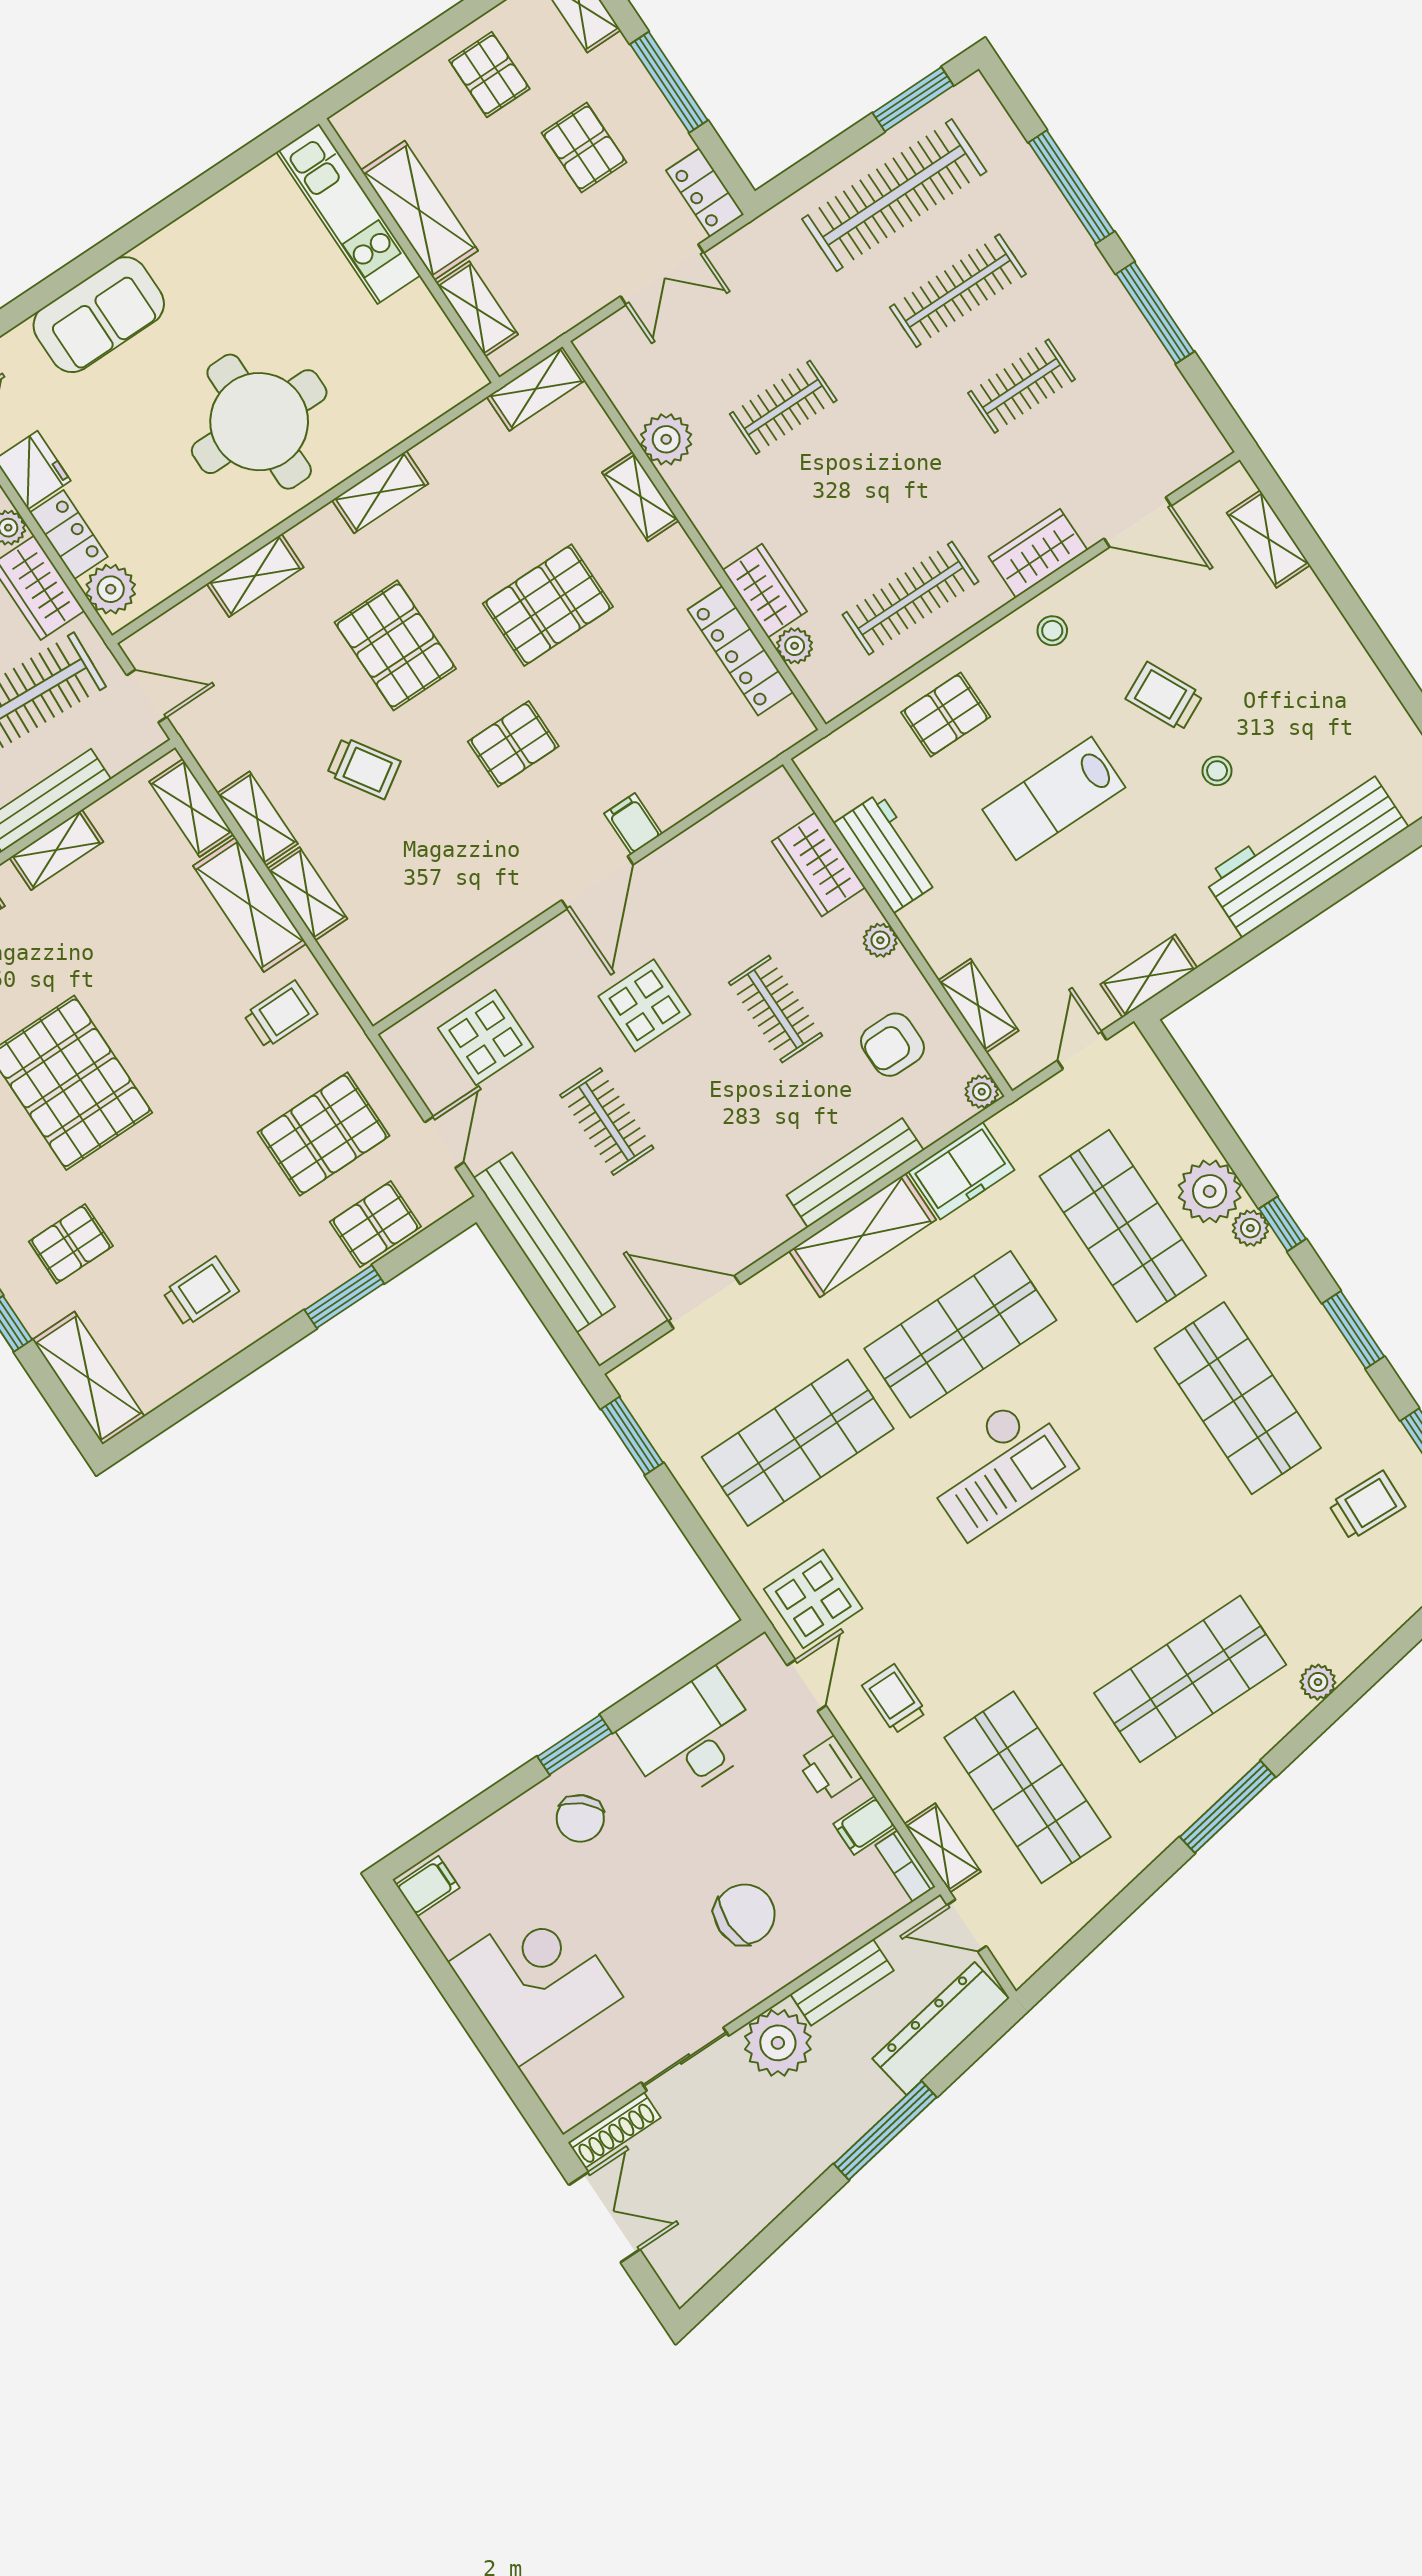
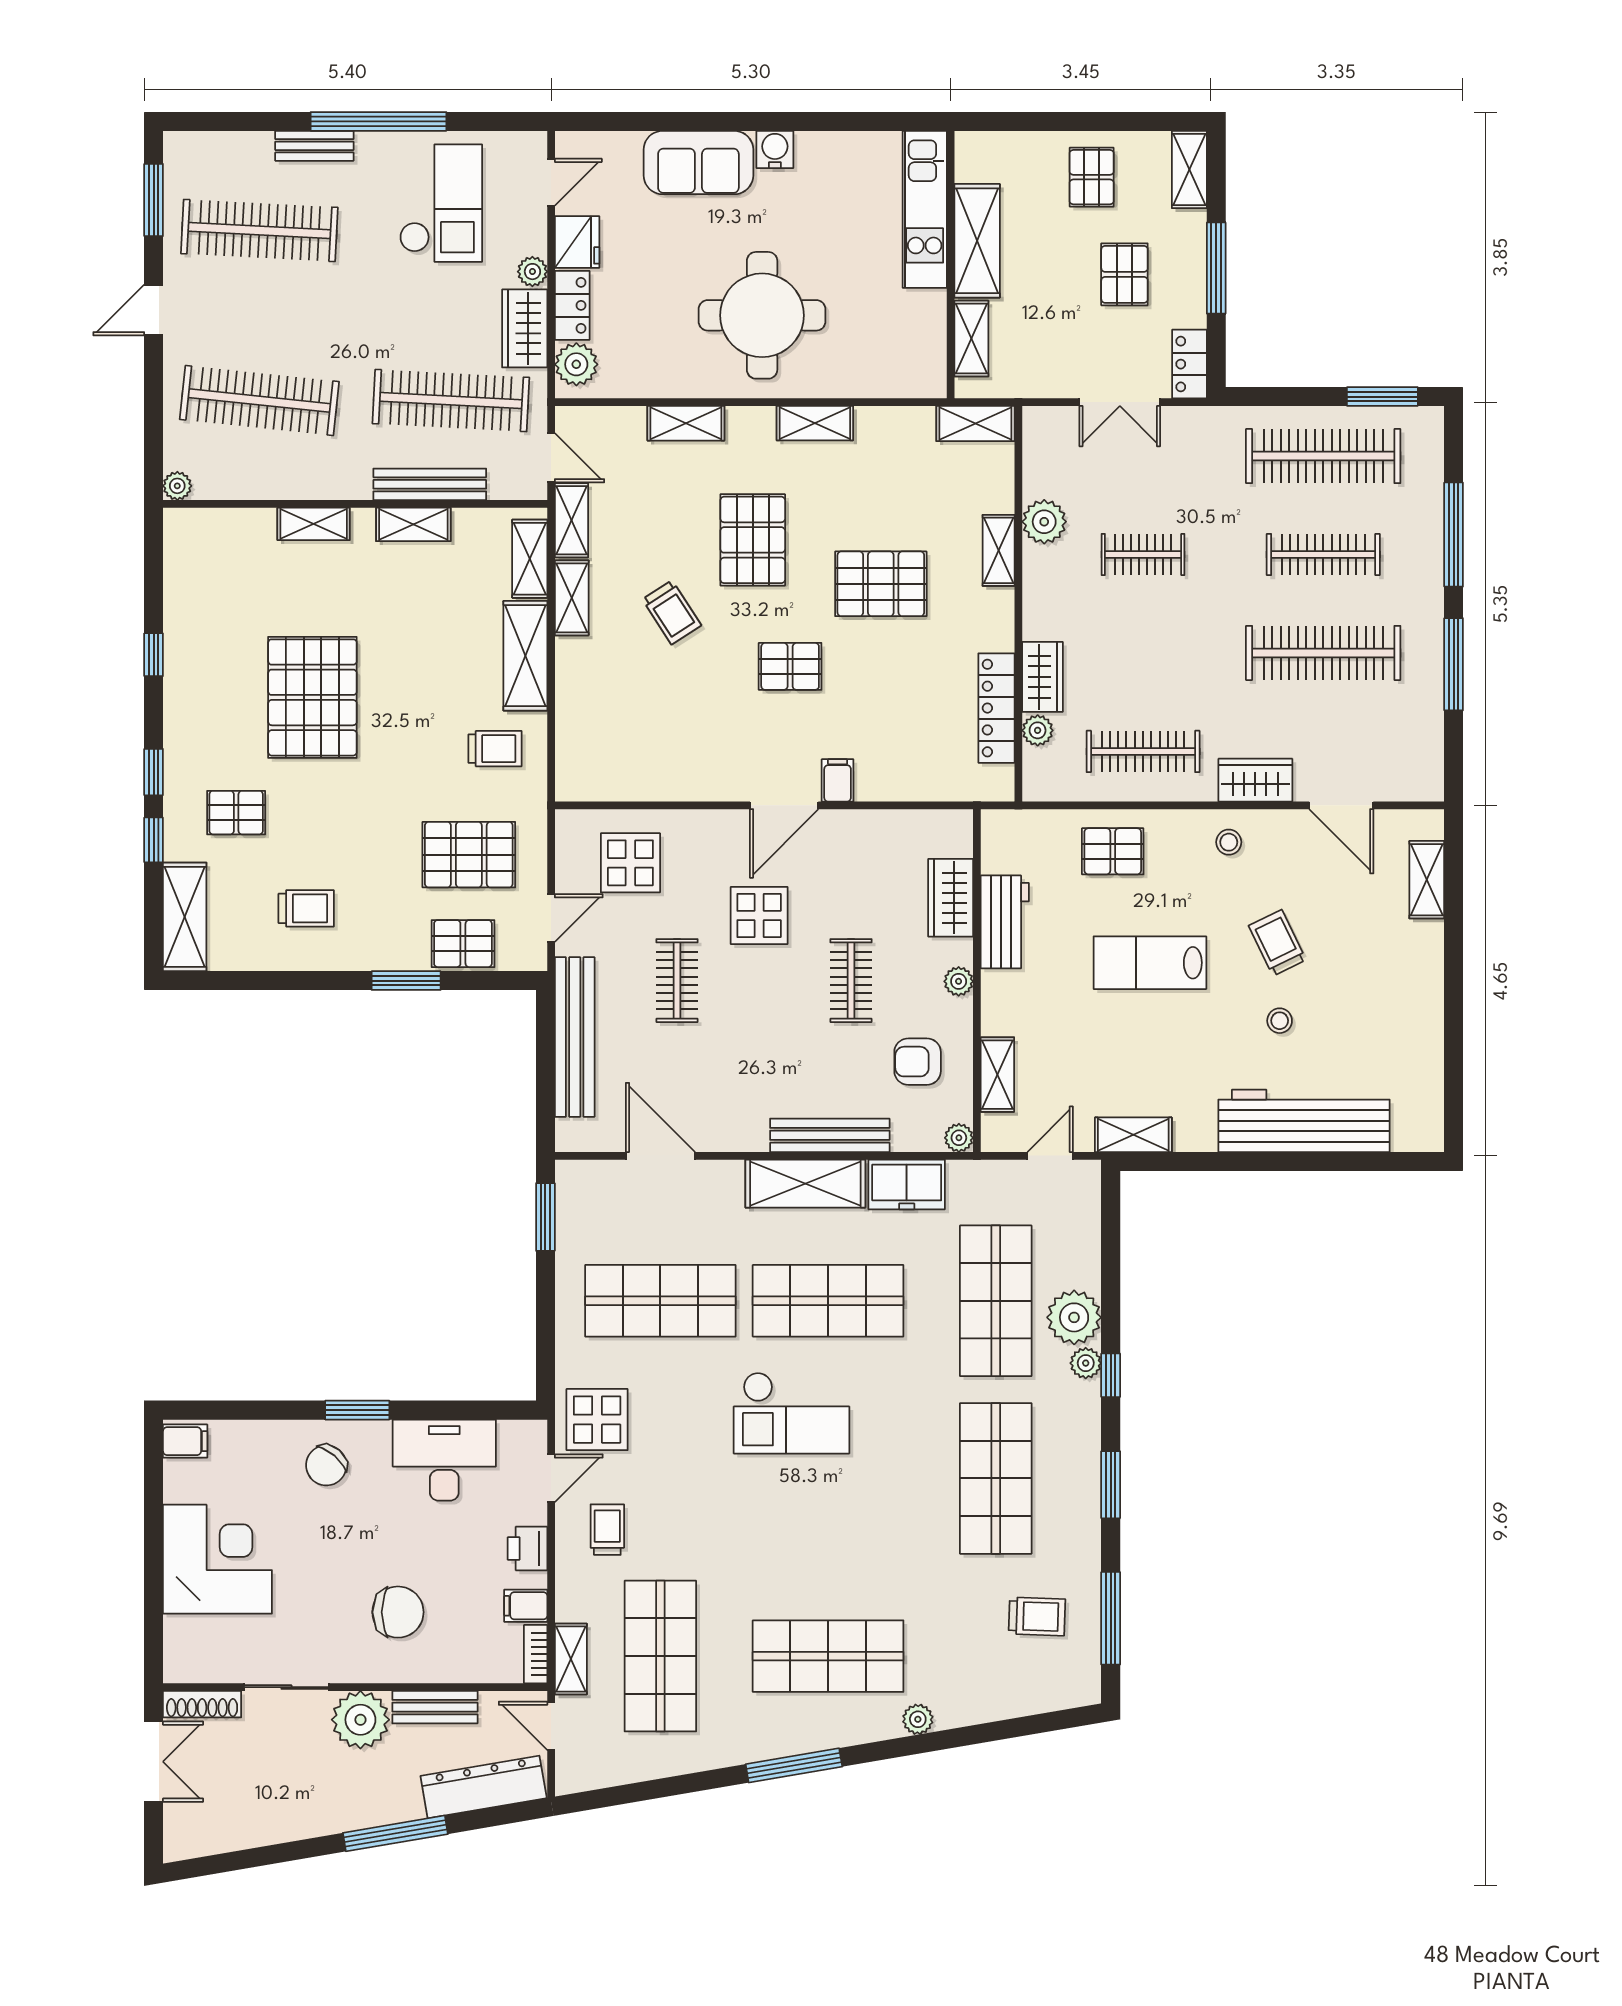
water cooler: (164, 252) -> (775, 149), added
clothes rail: (1022, 386) -> (1323, 653), width x1.86, depth x1.31
shelving: (307, 894) -> (572, 520), moved

